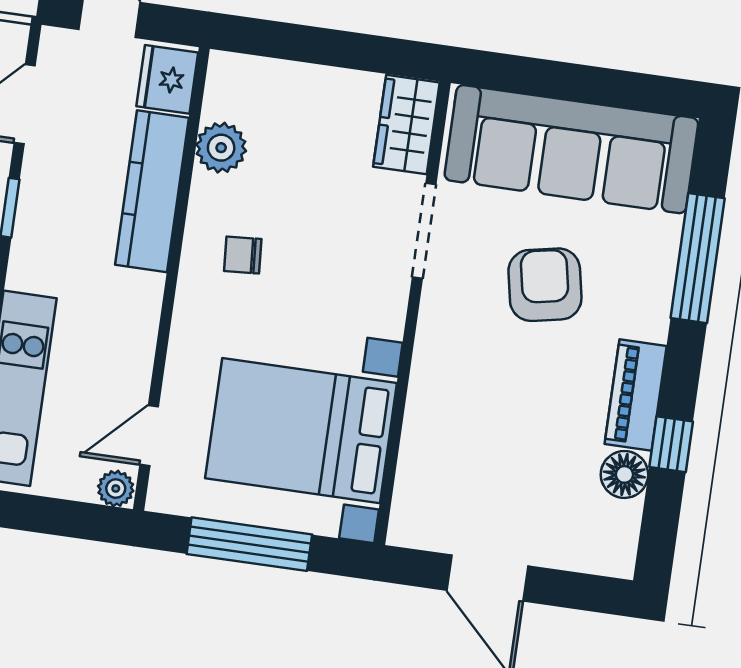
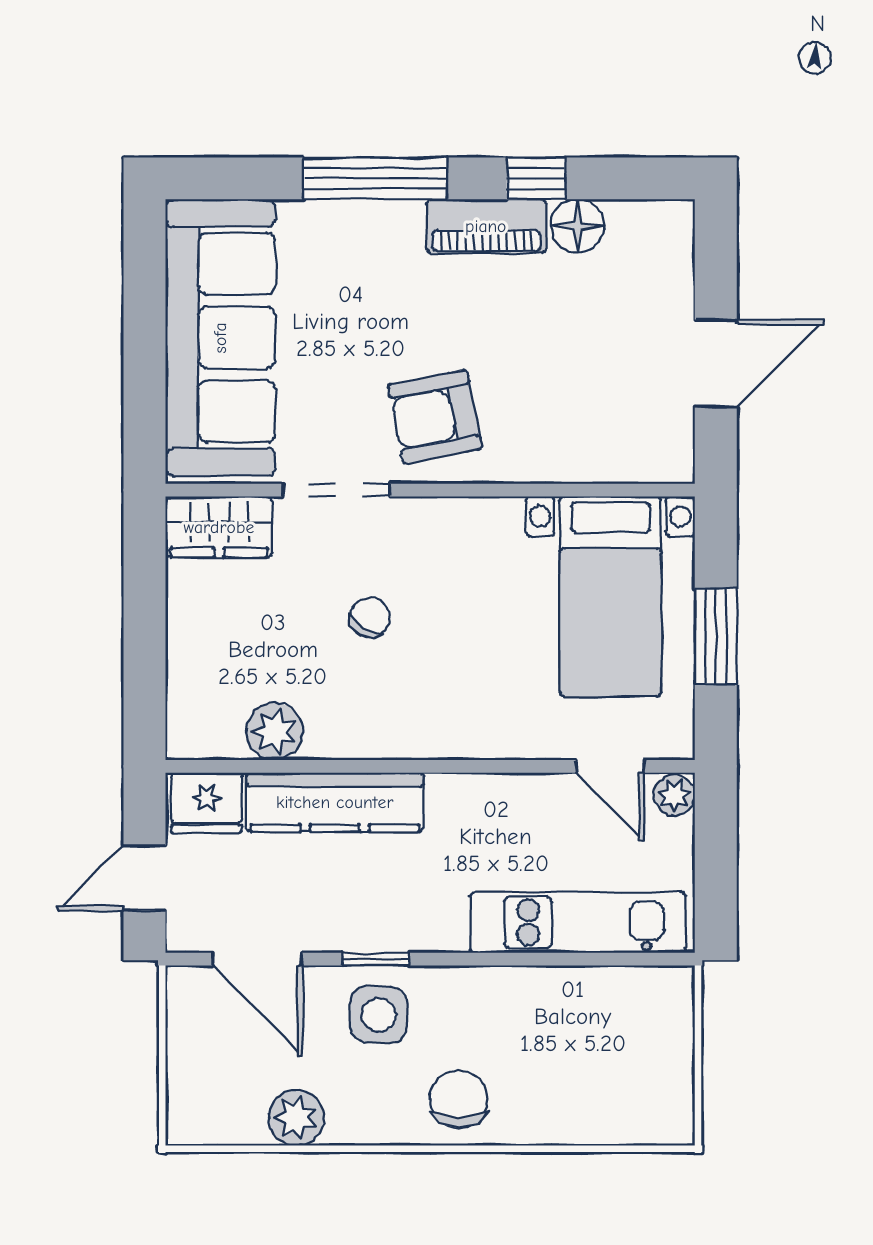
chair: (243, 255) -> (370, 618), moved, turned -146
window: (698, 258) -> (375, 178), moved
armchair: (545, 285) -> (435, 417), moved
bed with nightstands: (301, 431) -> (610, 596), width x0.73
window: (249, 544) -> (716, 636), width x0.69

